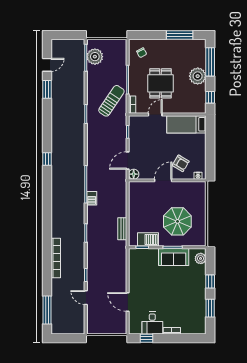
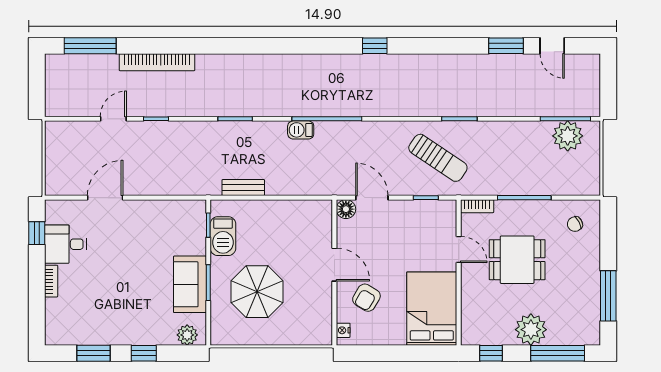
sun lounger: (111, 101) -> (438, 158), moved
bed: (186, 124) -> (432, 309), width x1.50
bookcase: (56, 258) -> (157, 62), moved

